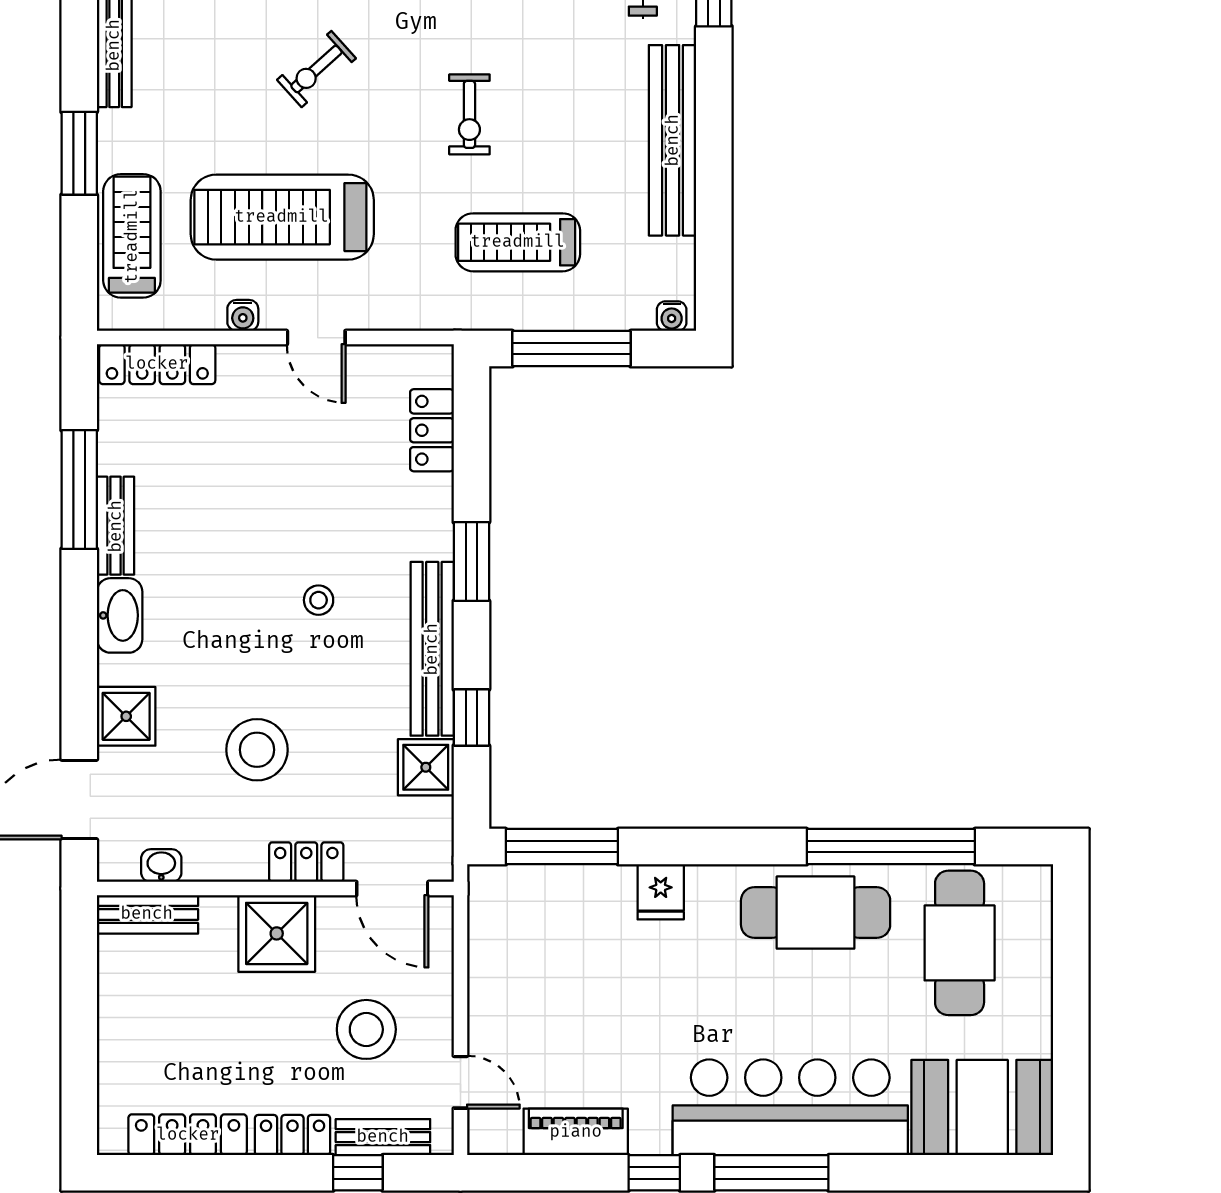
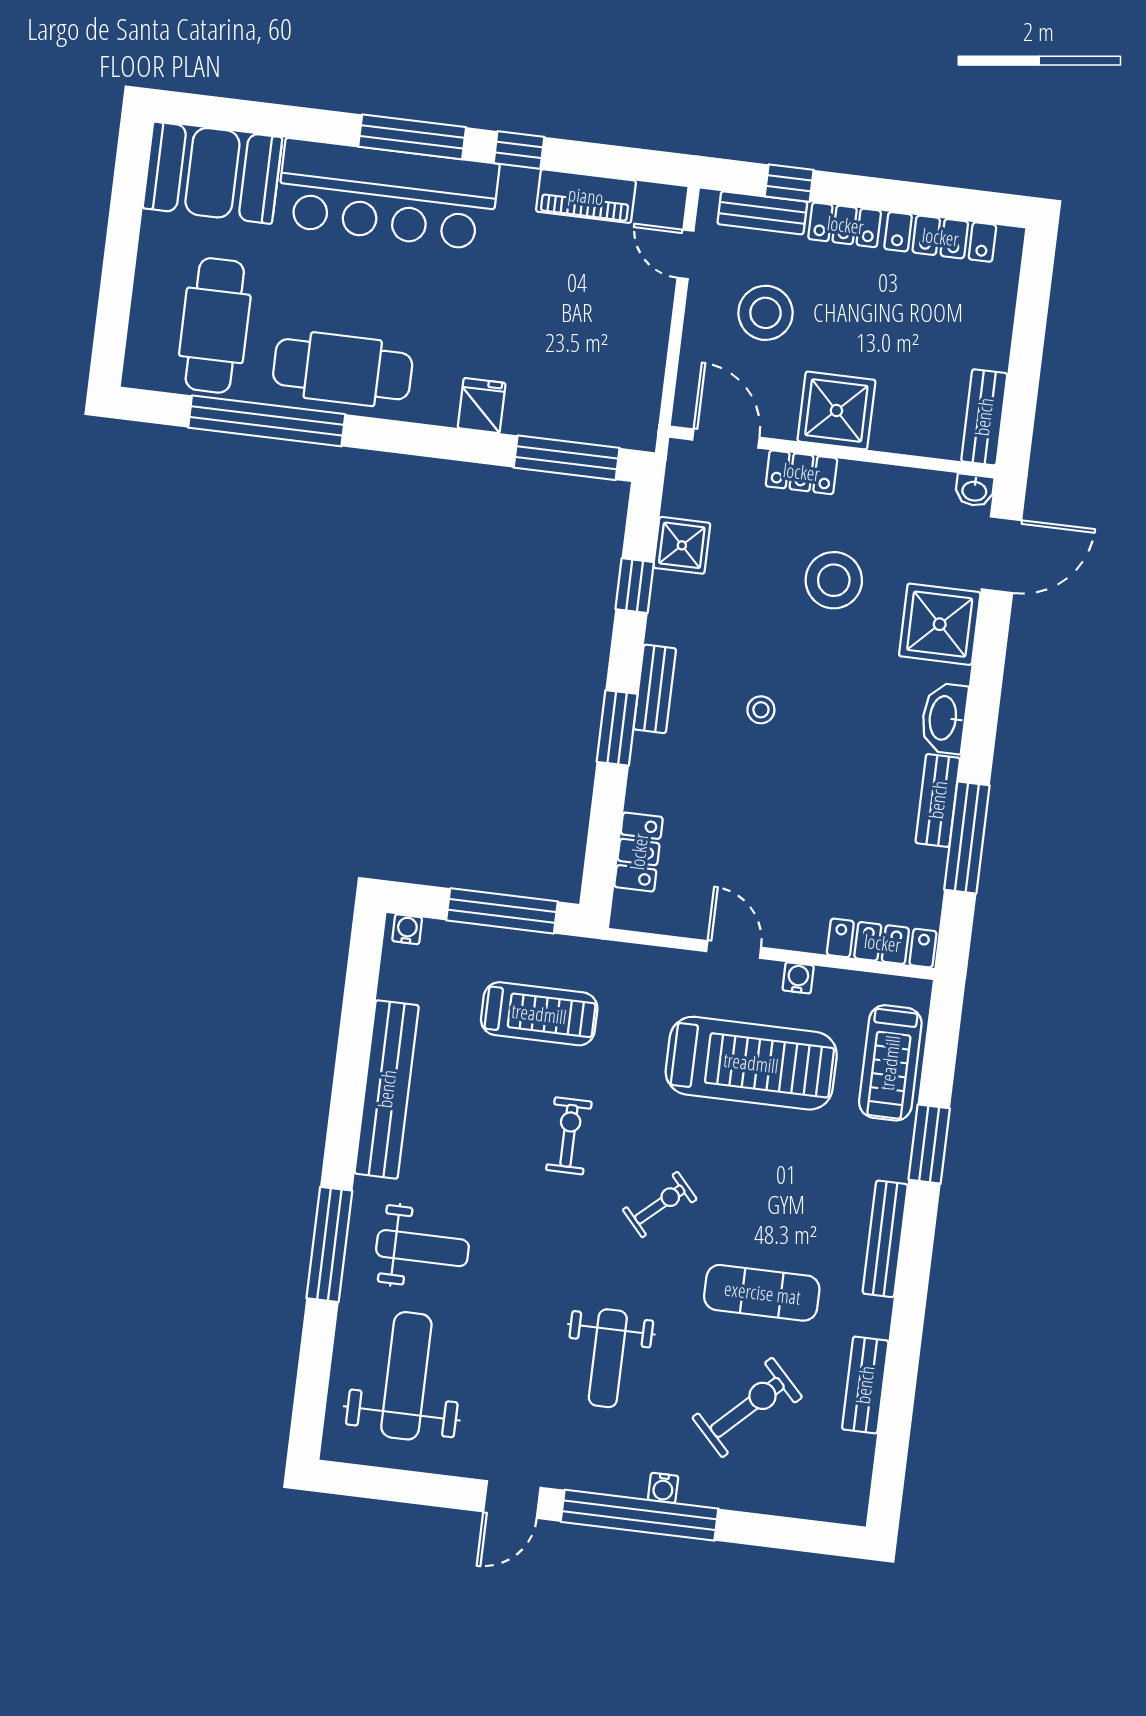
exercise bike: (316, 69) -> (660, 1204), moved
bench: (432, 649) -> (655, 689), width x0.54, depth x0.82
shower: (126, 716) -> (940, 624), width x1.36, depth x1.36
washbasin: (161, 866) -> (974, 490), moved
bench: (147, 914) -> (984, 417), moved, turned 90

